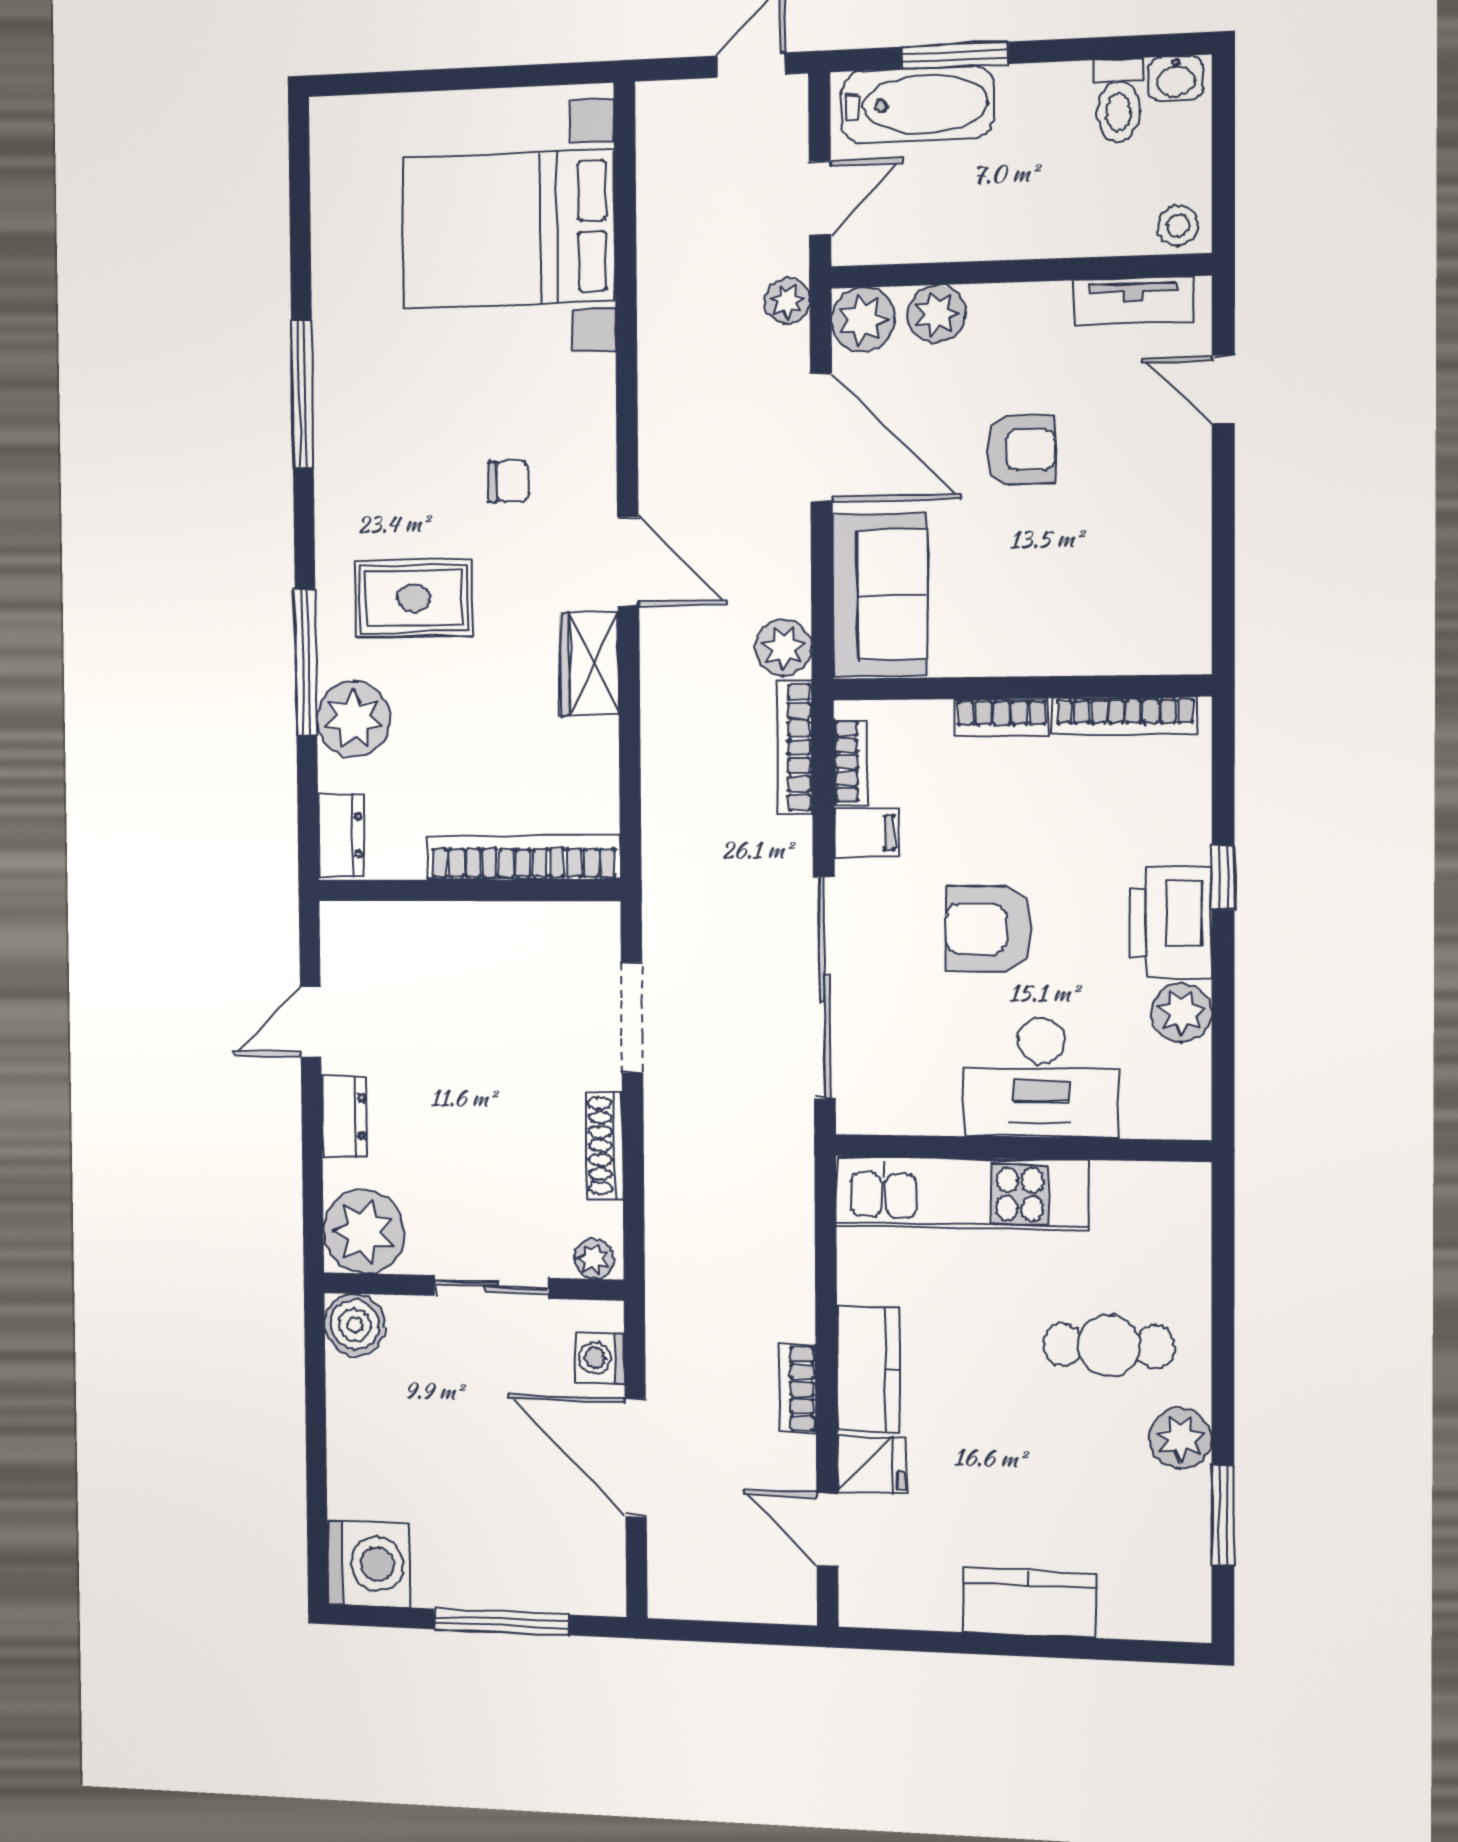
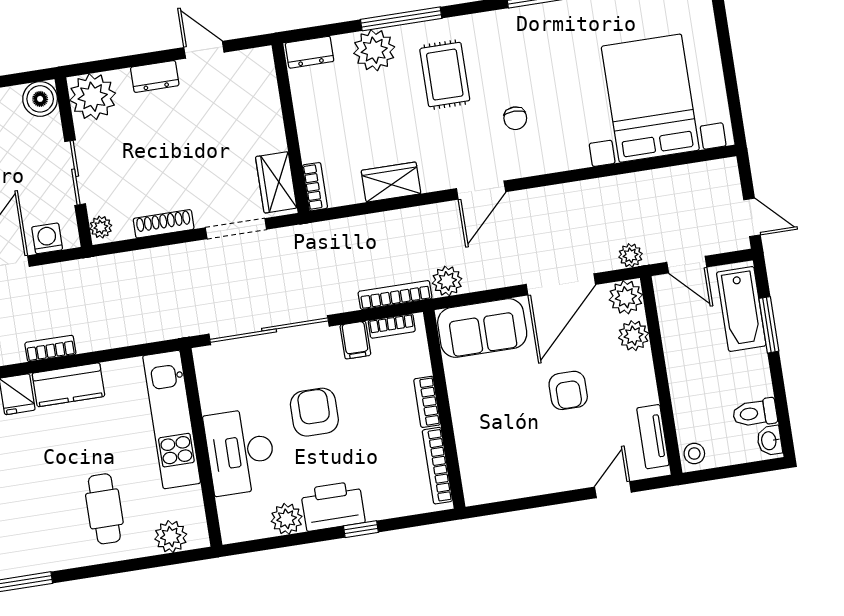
wardrobe: (589, 664) -> (391, 182), moved
bookcase: (523, 858) -> (315, 187), width x0.43, depth x0.76
wardrobe: (560, 931) -> (276, 182), added
plant: (1181, 1438) -> (171, 537), moved

